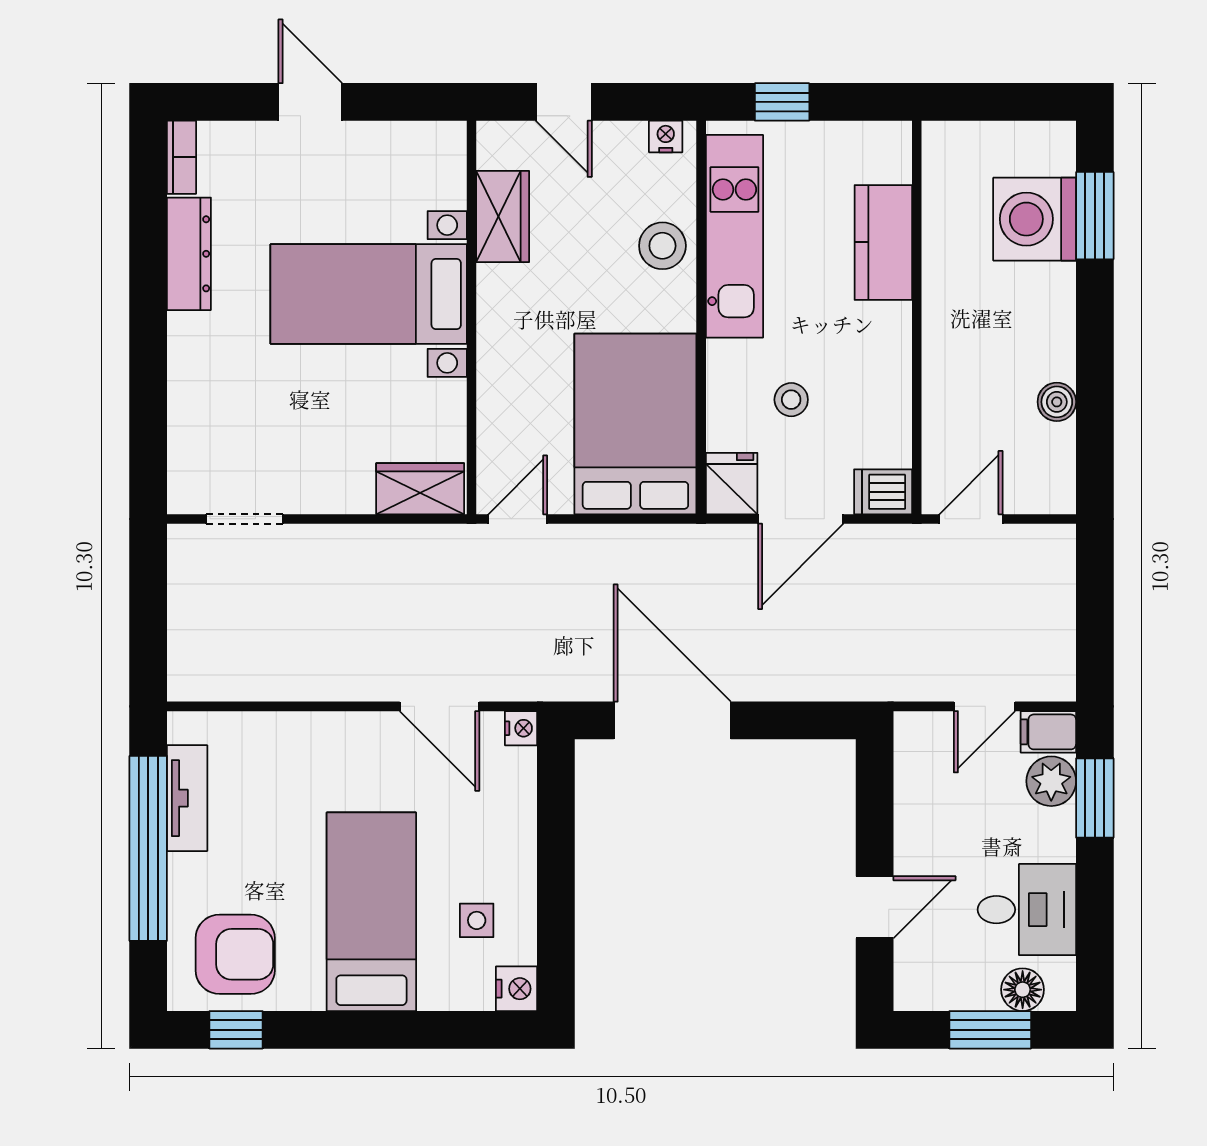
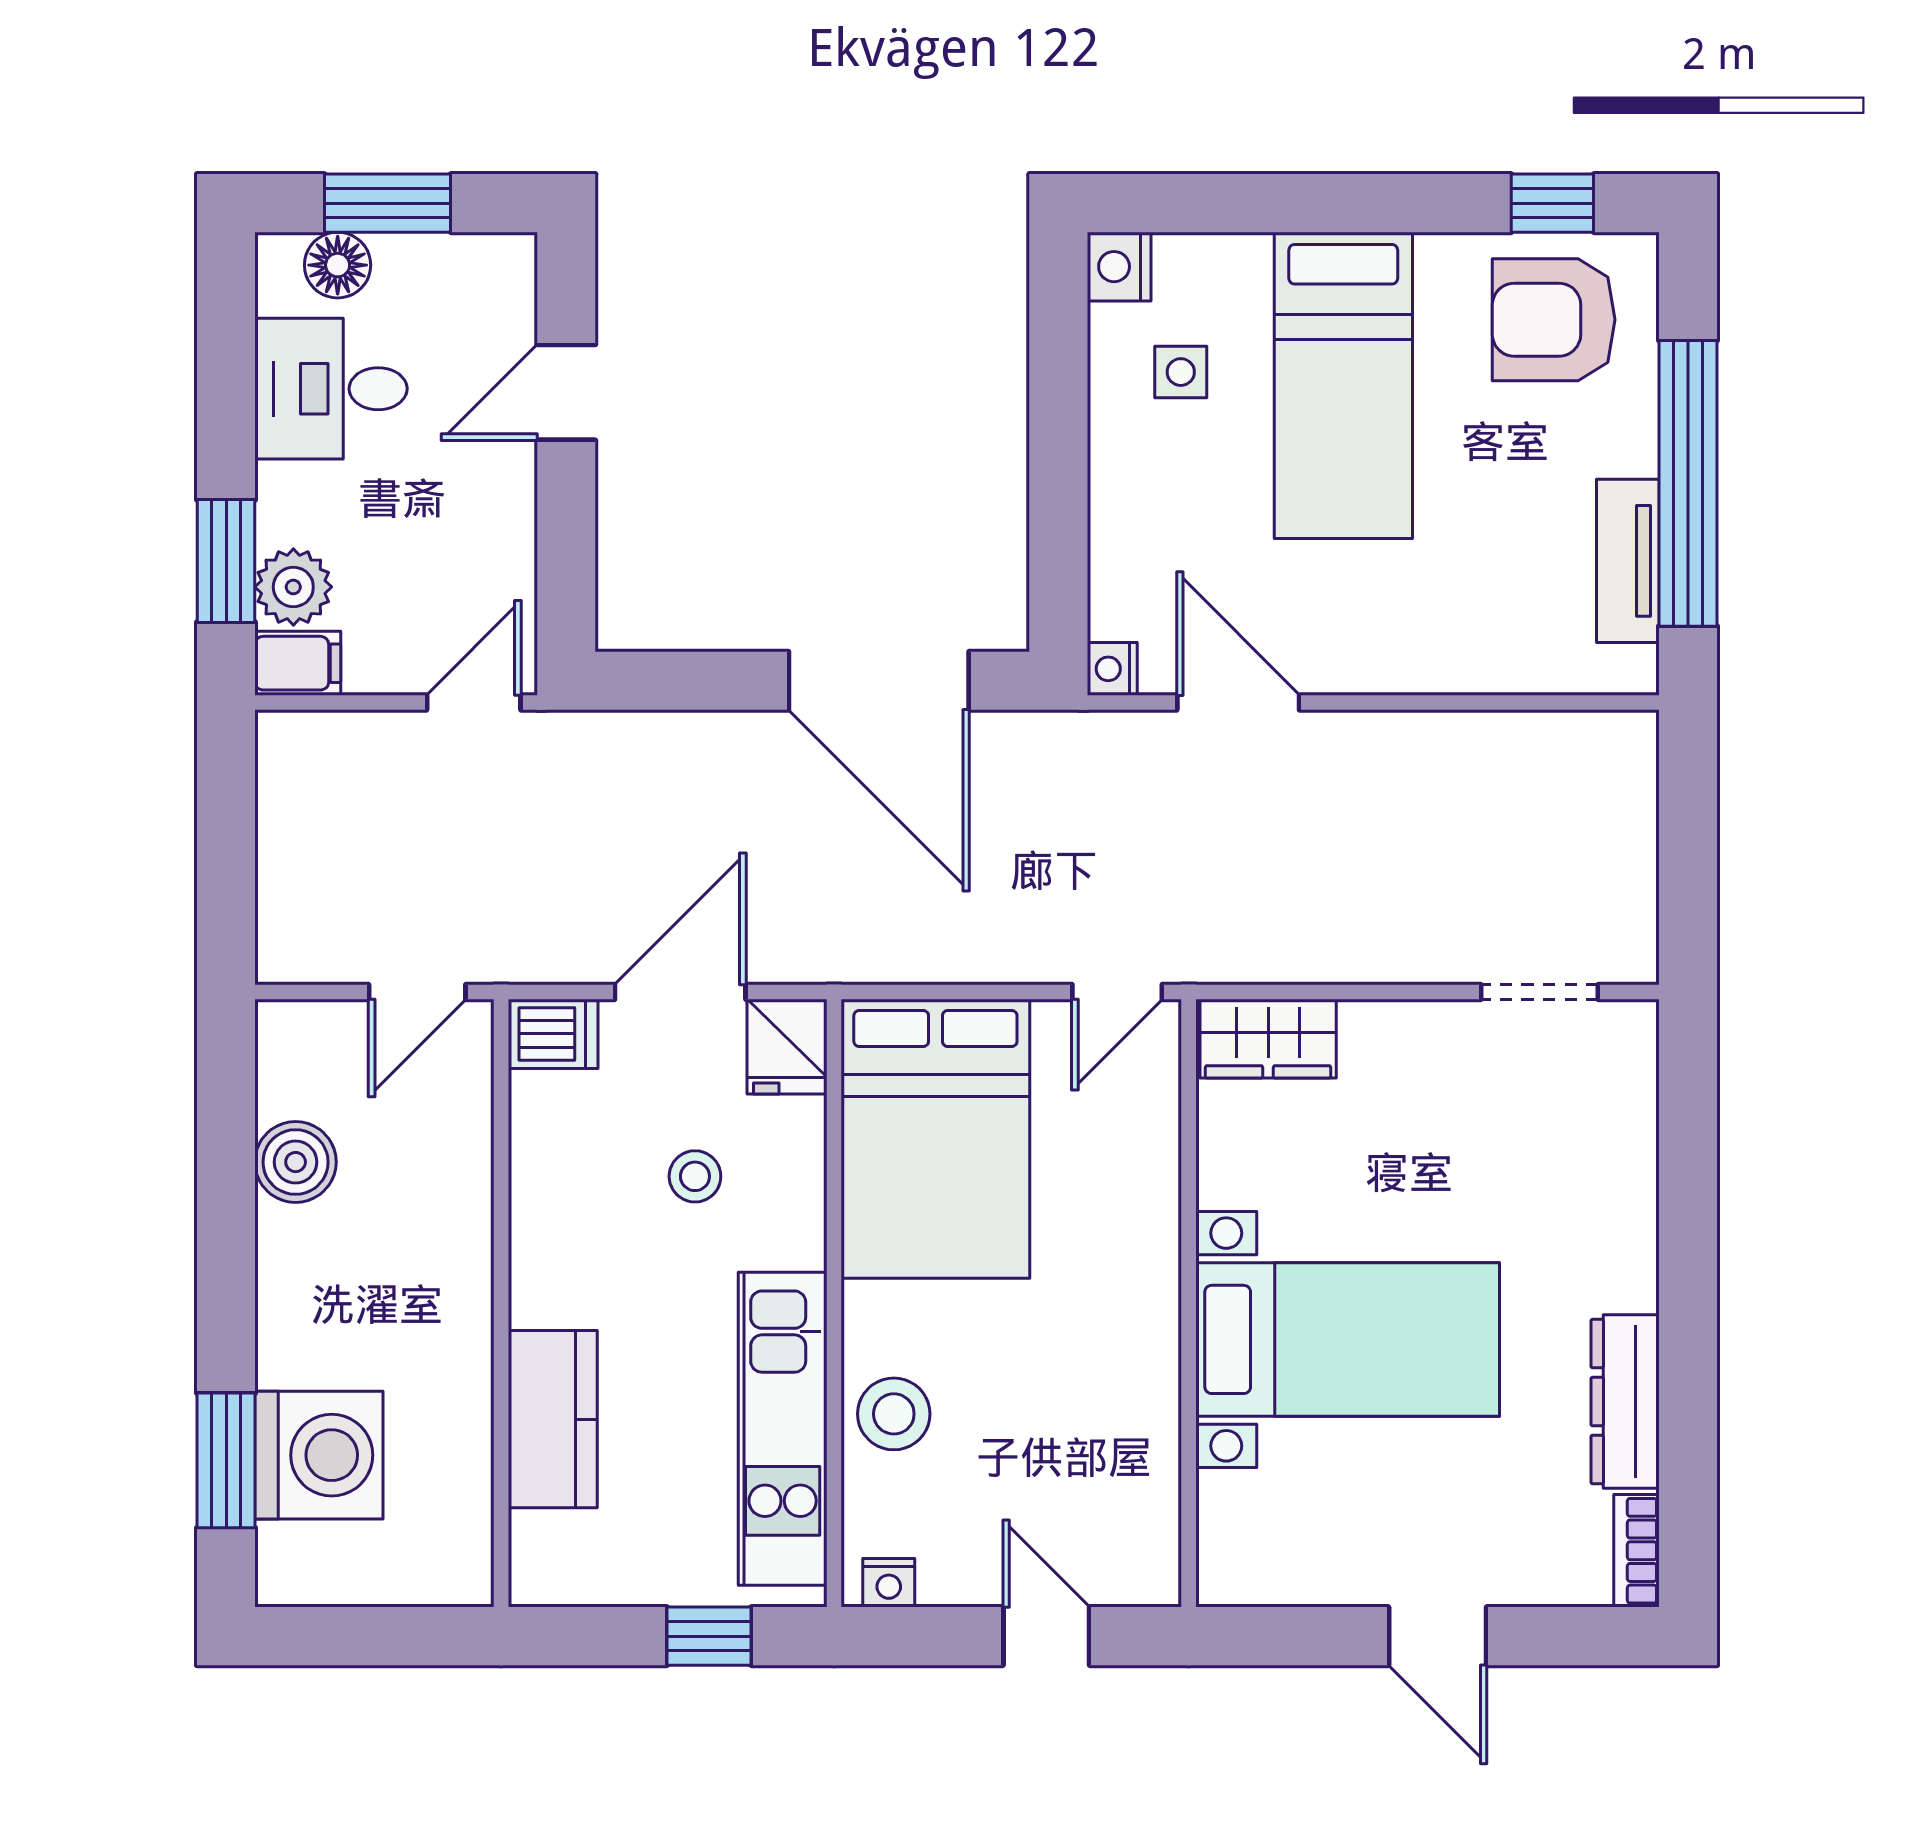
wardrobe: (503, 216) -> (1141, 1459), removed
boiler: (1057, 402) -> (296, 1162), width x1.36, depth x1.36
door: (984, 706) -> (474, 702), moved

